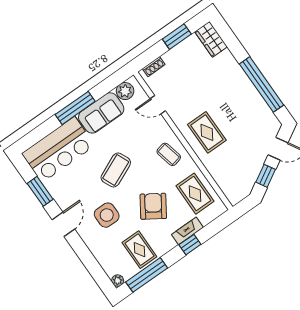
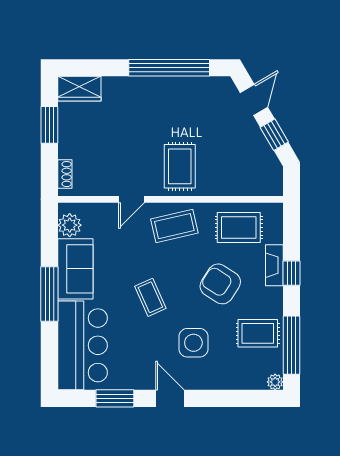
door: (158, 105) -> (131, 199), moved
rug: (207, 132) -> (180, 166), turned 90
coffee table: (169, 154) -> (174, 226), width x1.36, depth x1.30
coffee table: (116, 170) -> (150, 297), width x0.73, depth x0.77

